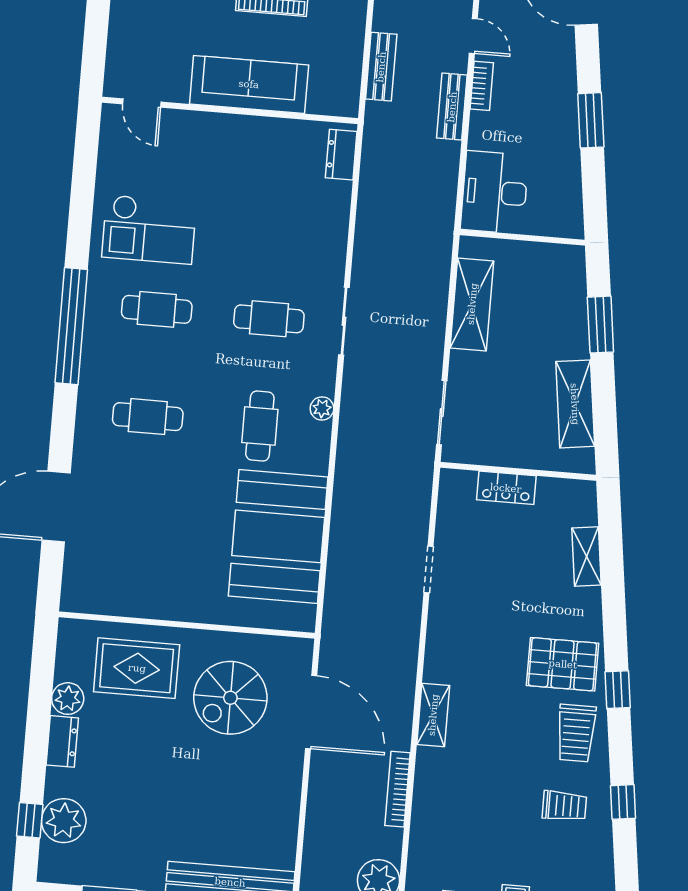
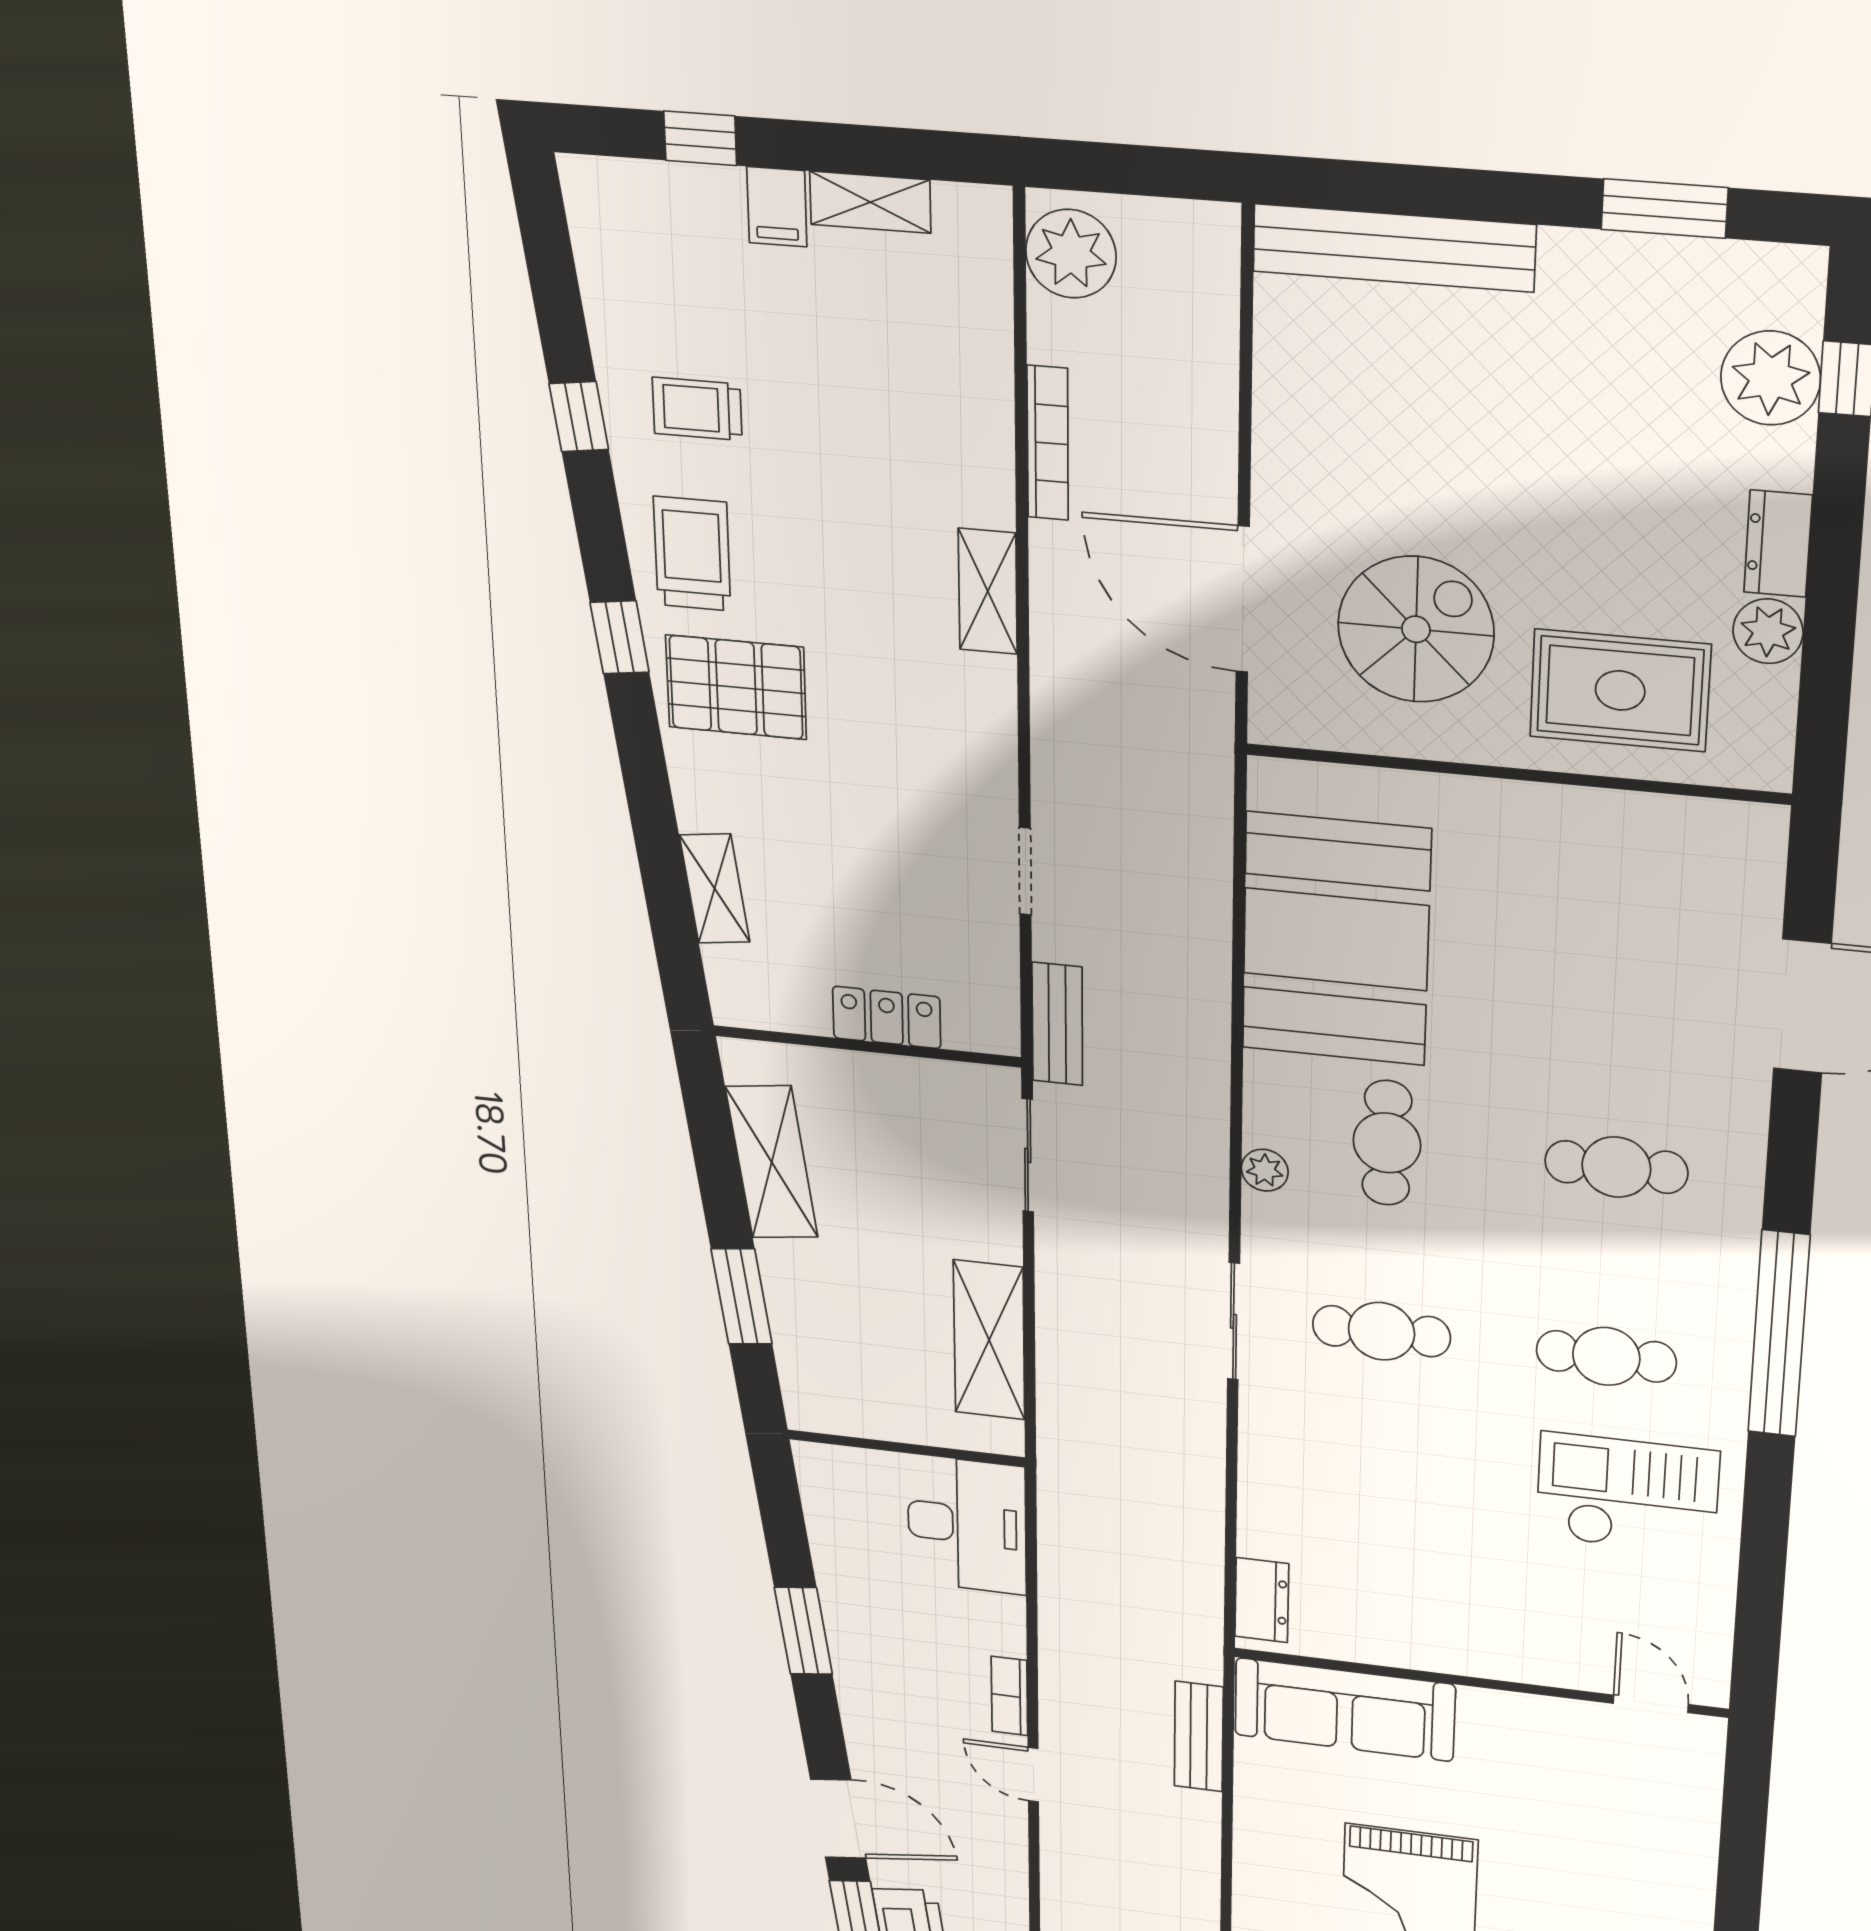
sofa: (249, 84) -> (1345, 1710), moved
bench: (452, 107) -> (1057, 1024), moved

